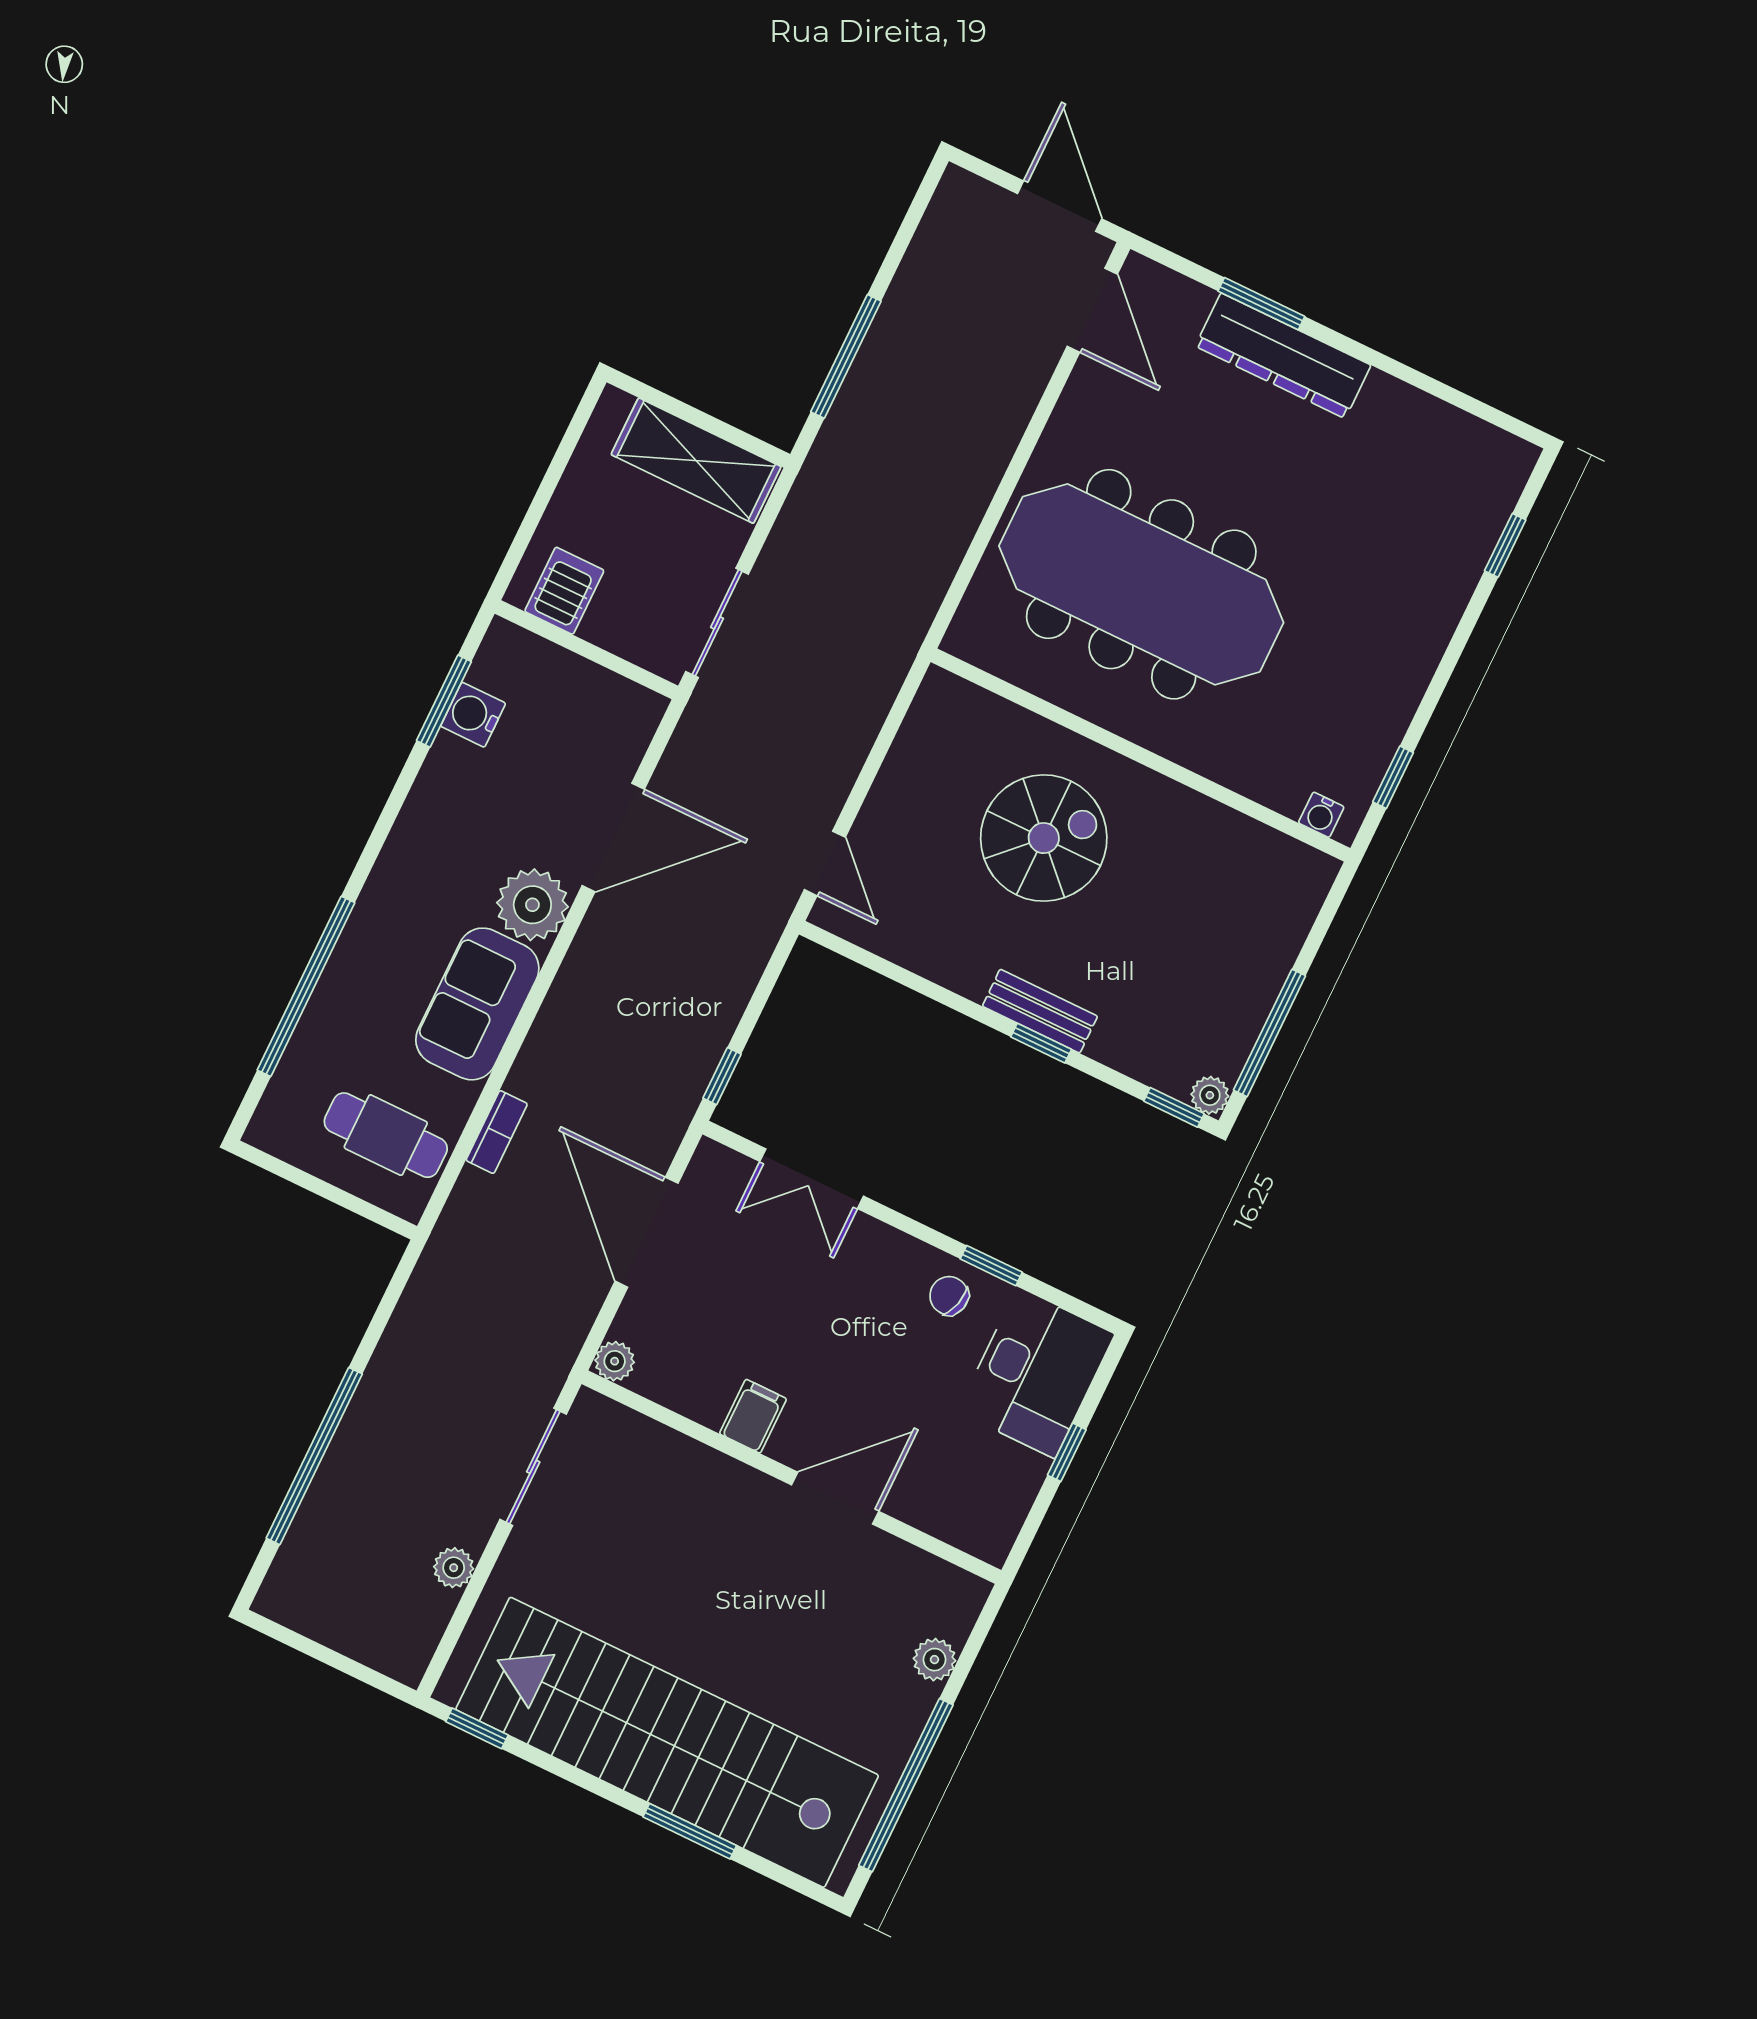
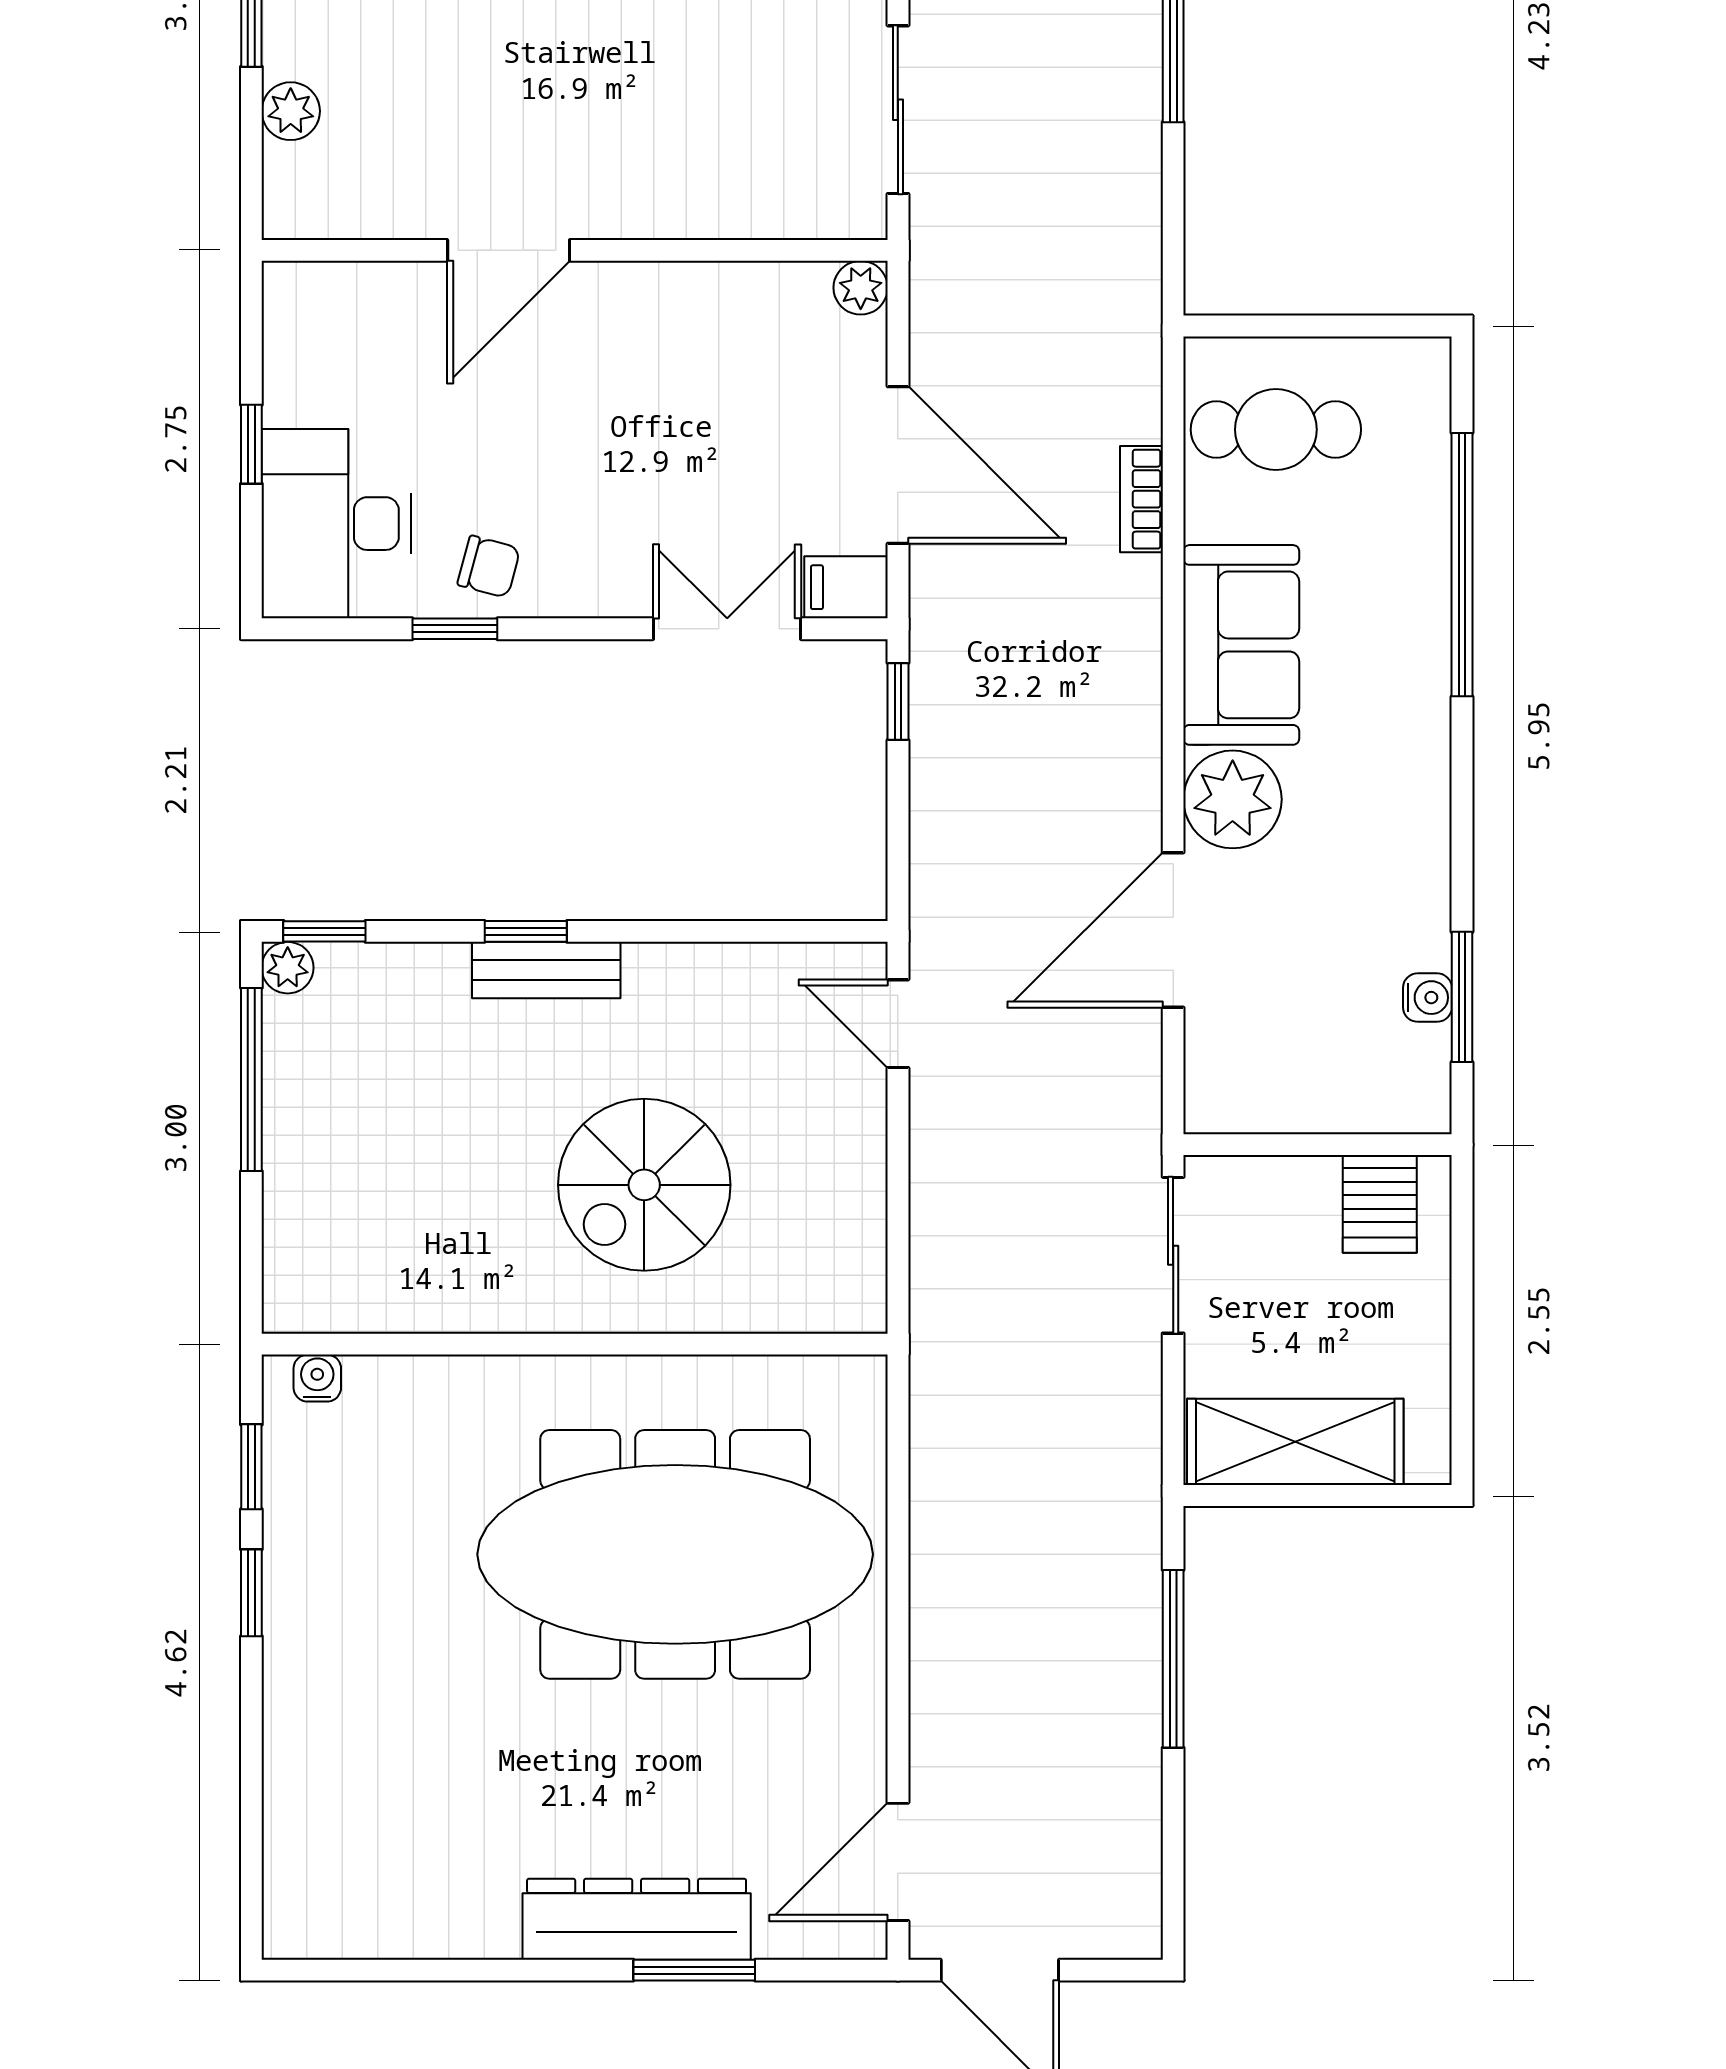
door: (1092, 310) -> (898, 1862), hinge flipped
window: (1505, 545) -> (251, 1593), moved
water cooler: (473, 715) -> (1427, 998), width x0.72, depth x0.72
filing cabinet: (753, 1416) -> (846, 587), moved, turned 90

